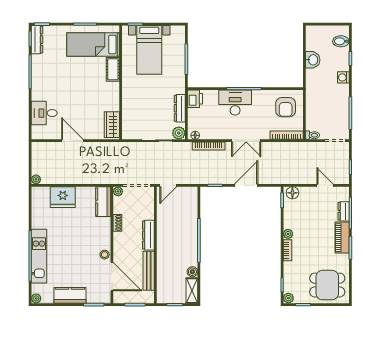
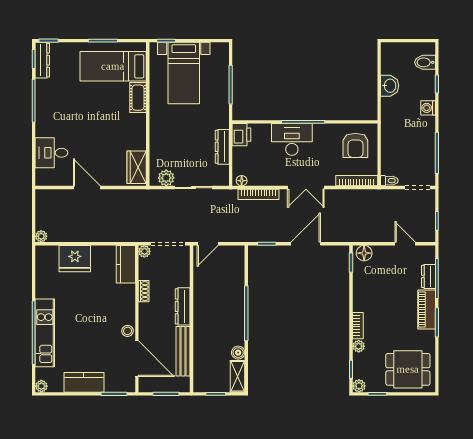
plant: (179, 133) -> (166, 178), moved
plant: (288, 234) -> (359, 346), moved

